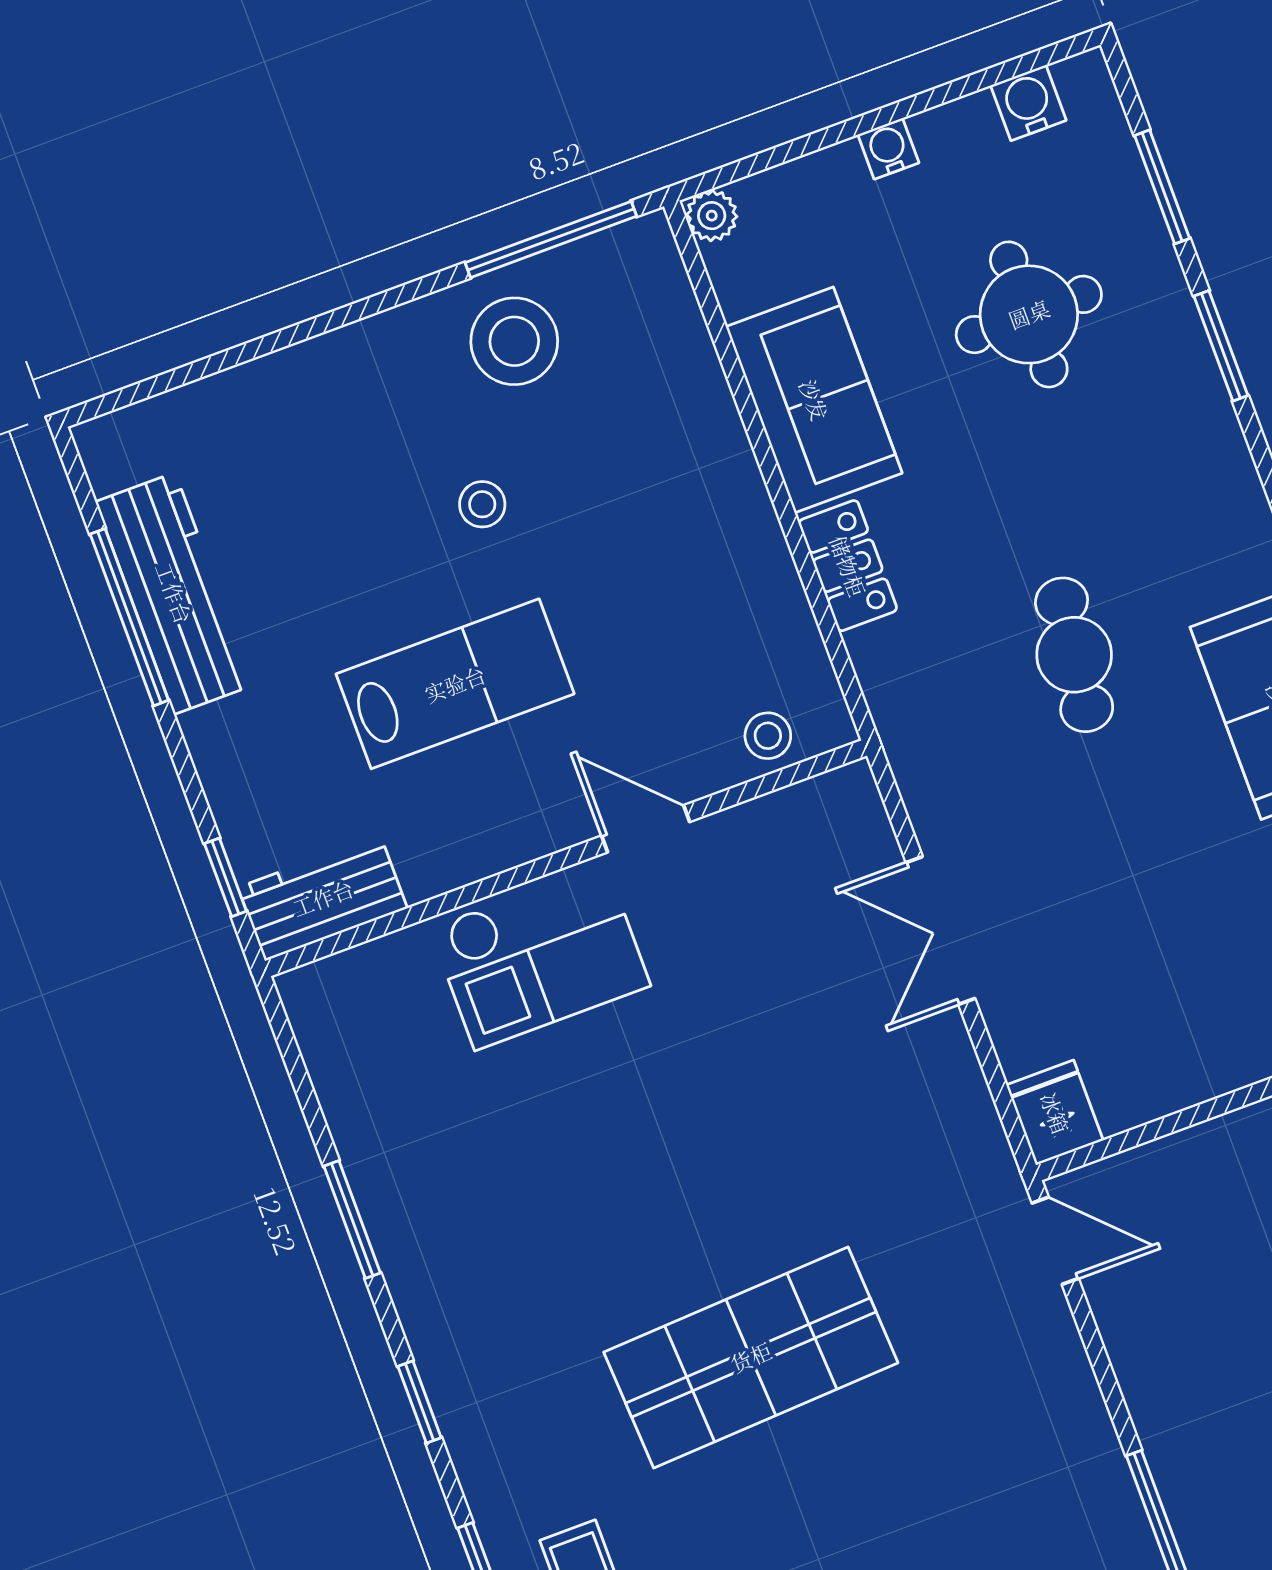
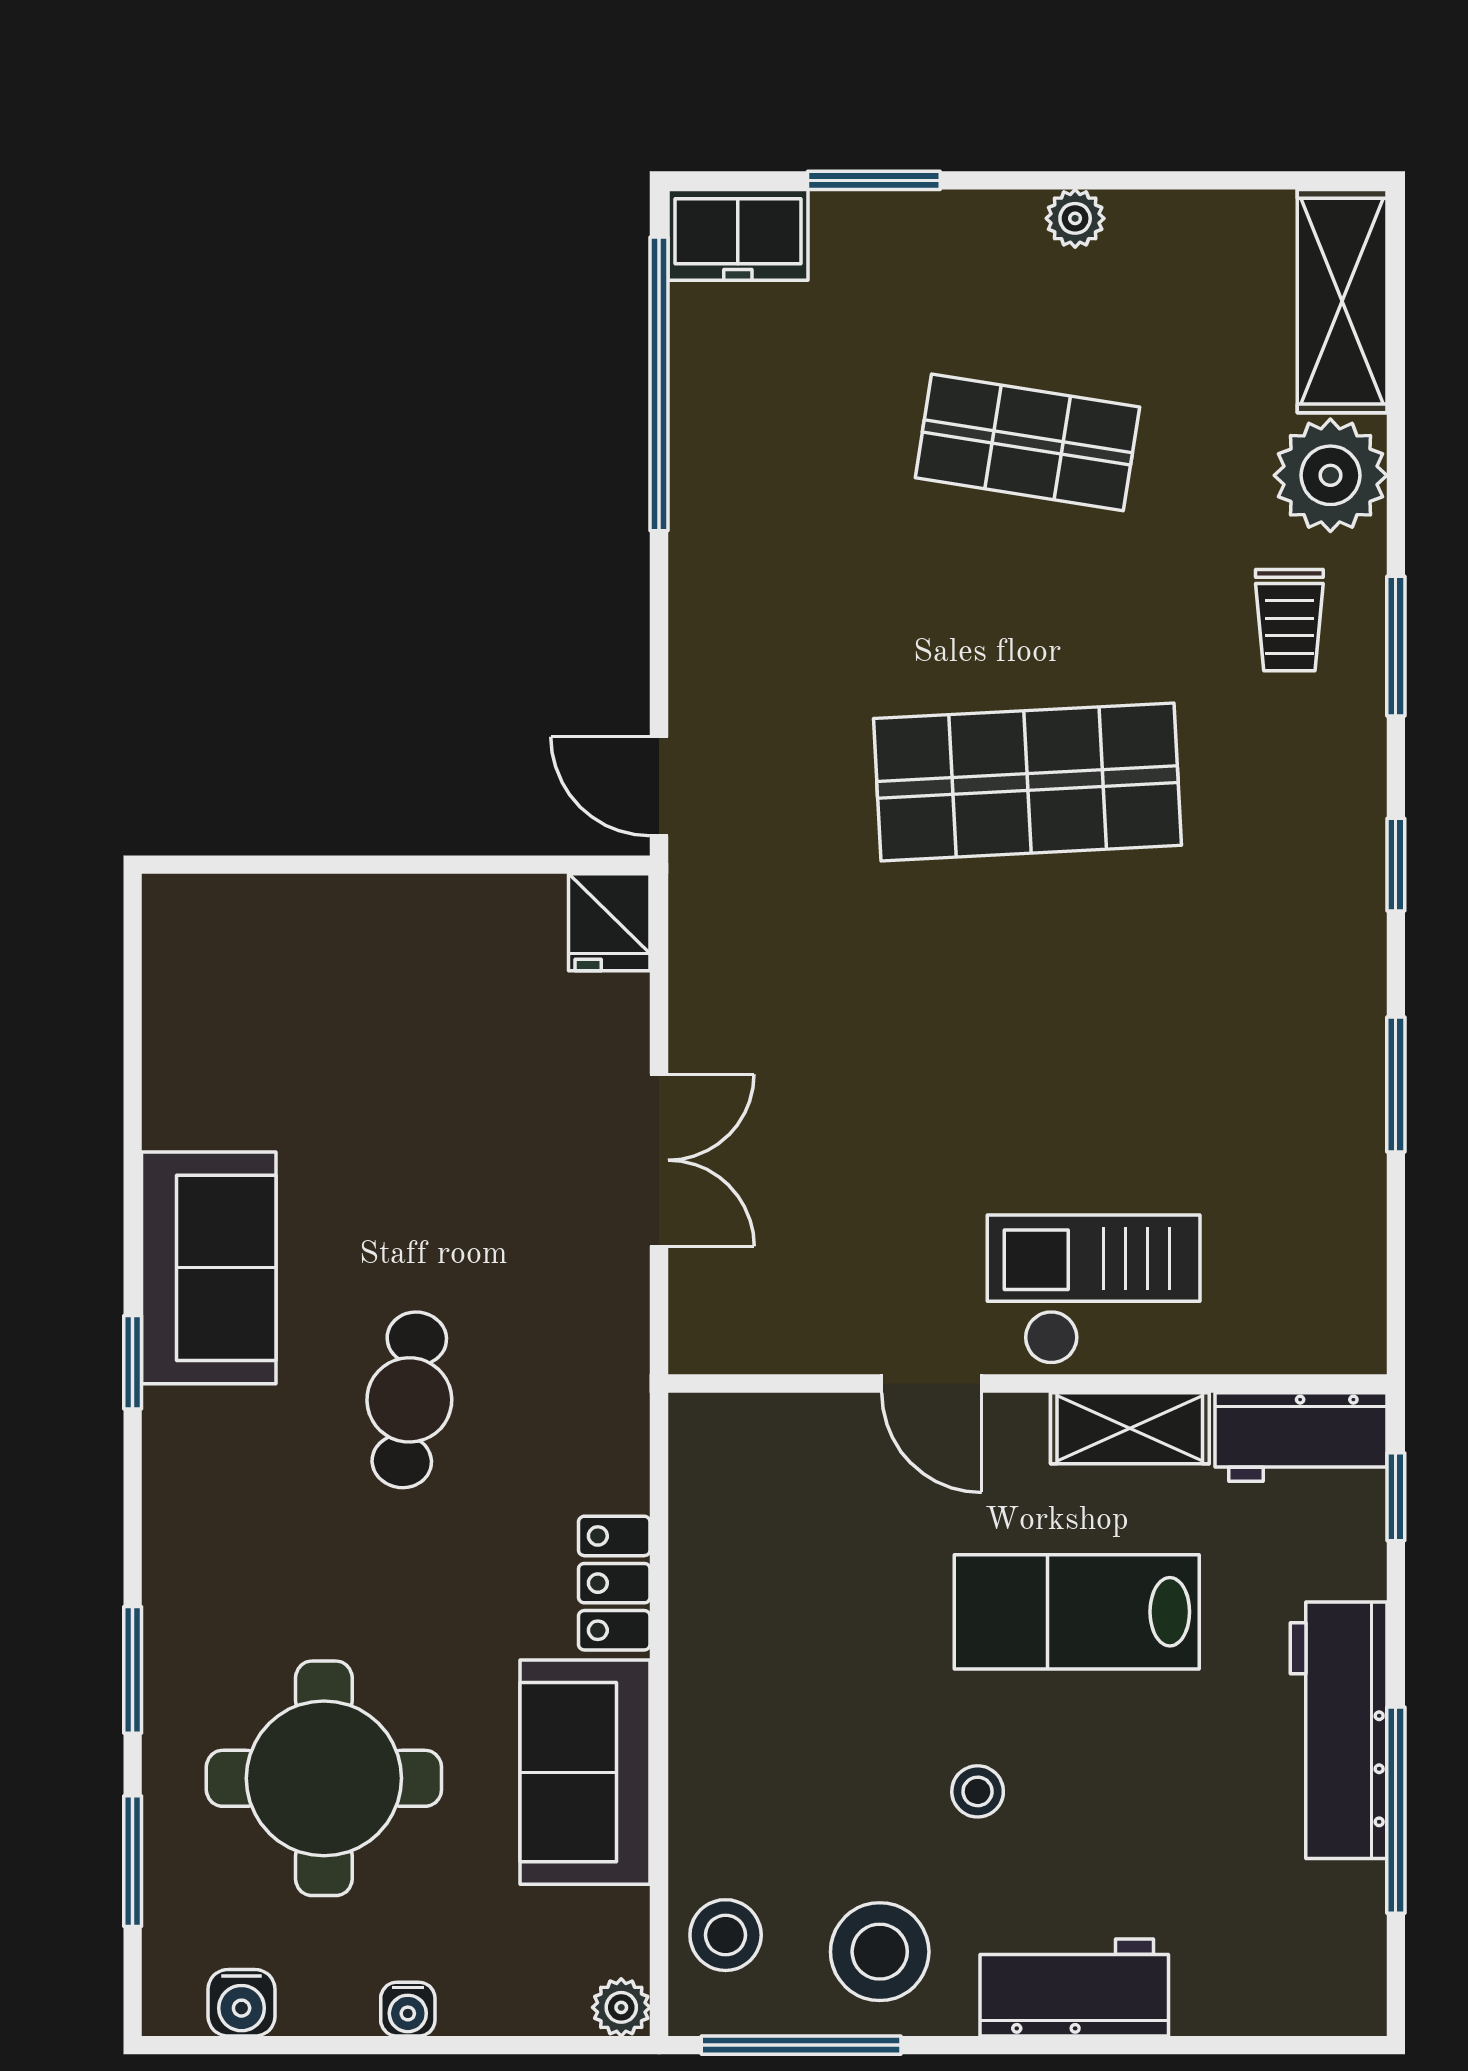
round table: (1029, 314) -> (324, 1778), width x1.36, depth x1.36
workbench: (342, 371) -> (1074, 1988), added
workbench: (174, 593) -> (1339, 1730), moved
stool: (768, 736) -> (726, 1935), moved, width x1.37, depth x1.37
shelving: (467, 853) -> (1130, 1428), added

